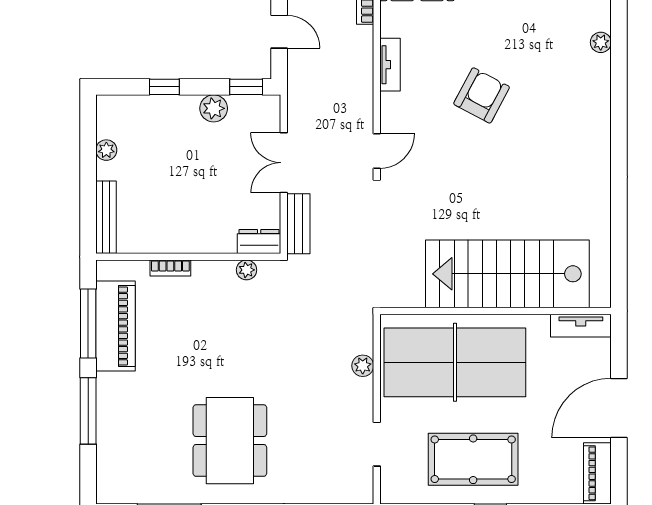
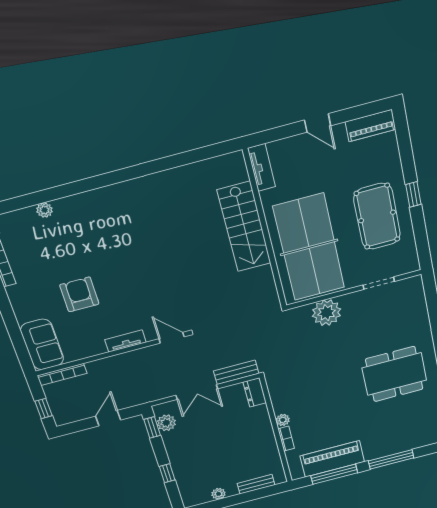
tv unit: (390, 65) -> (125, 341), moved
armchair: (482, 95) -> (79, 294), moved, turned 62
plant: (214, 108) -> (166, 423), moved
bench: (106, 217) -> (256, 484), width x0.73
plant: (247, 270) -> (283, 420), moved
stairs: (507, 274) -> (244, 227), width x0.73, depth x0.66
plant: (363, 366) -> (327, 313), width x1.87, depth x1.87
door: (619, 408) -> (318, 123), width x0.53

